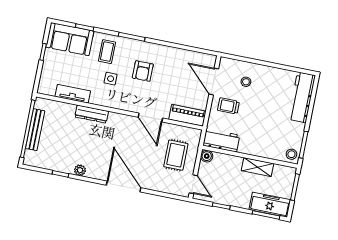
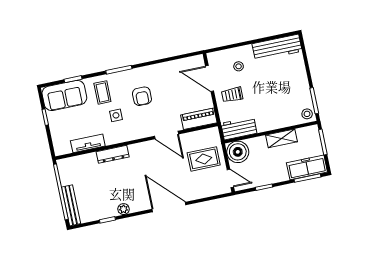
workbench: (302, 97) -> (277, 47), moved, turned -90
bench: (35, 130) -> (71, 205), moved
rug: (176, 155) -> (204, 159), turned 90
boiler: (207, 156) -> (238, 152), width x1.86, depth x1.86

